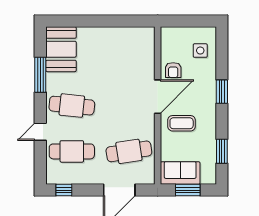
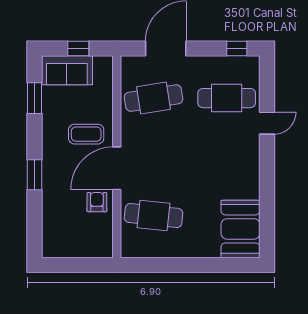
side table: (200, 51) -> (62, 227), removed
window: (40, 75) -> (267, 196), removed
cafe table: (72, 106) -> (154, 215), moved
sofa: (180, 173) -> (67, 70), moved
window: (188, 190) -> (78, 49), width x0.67

